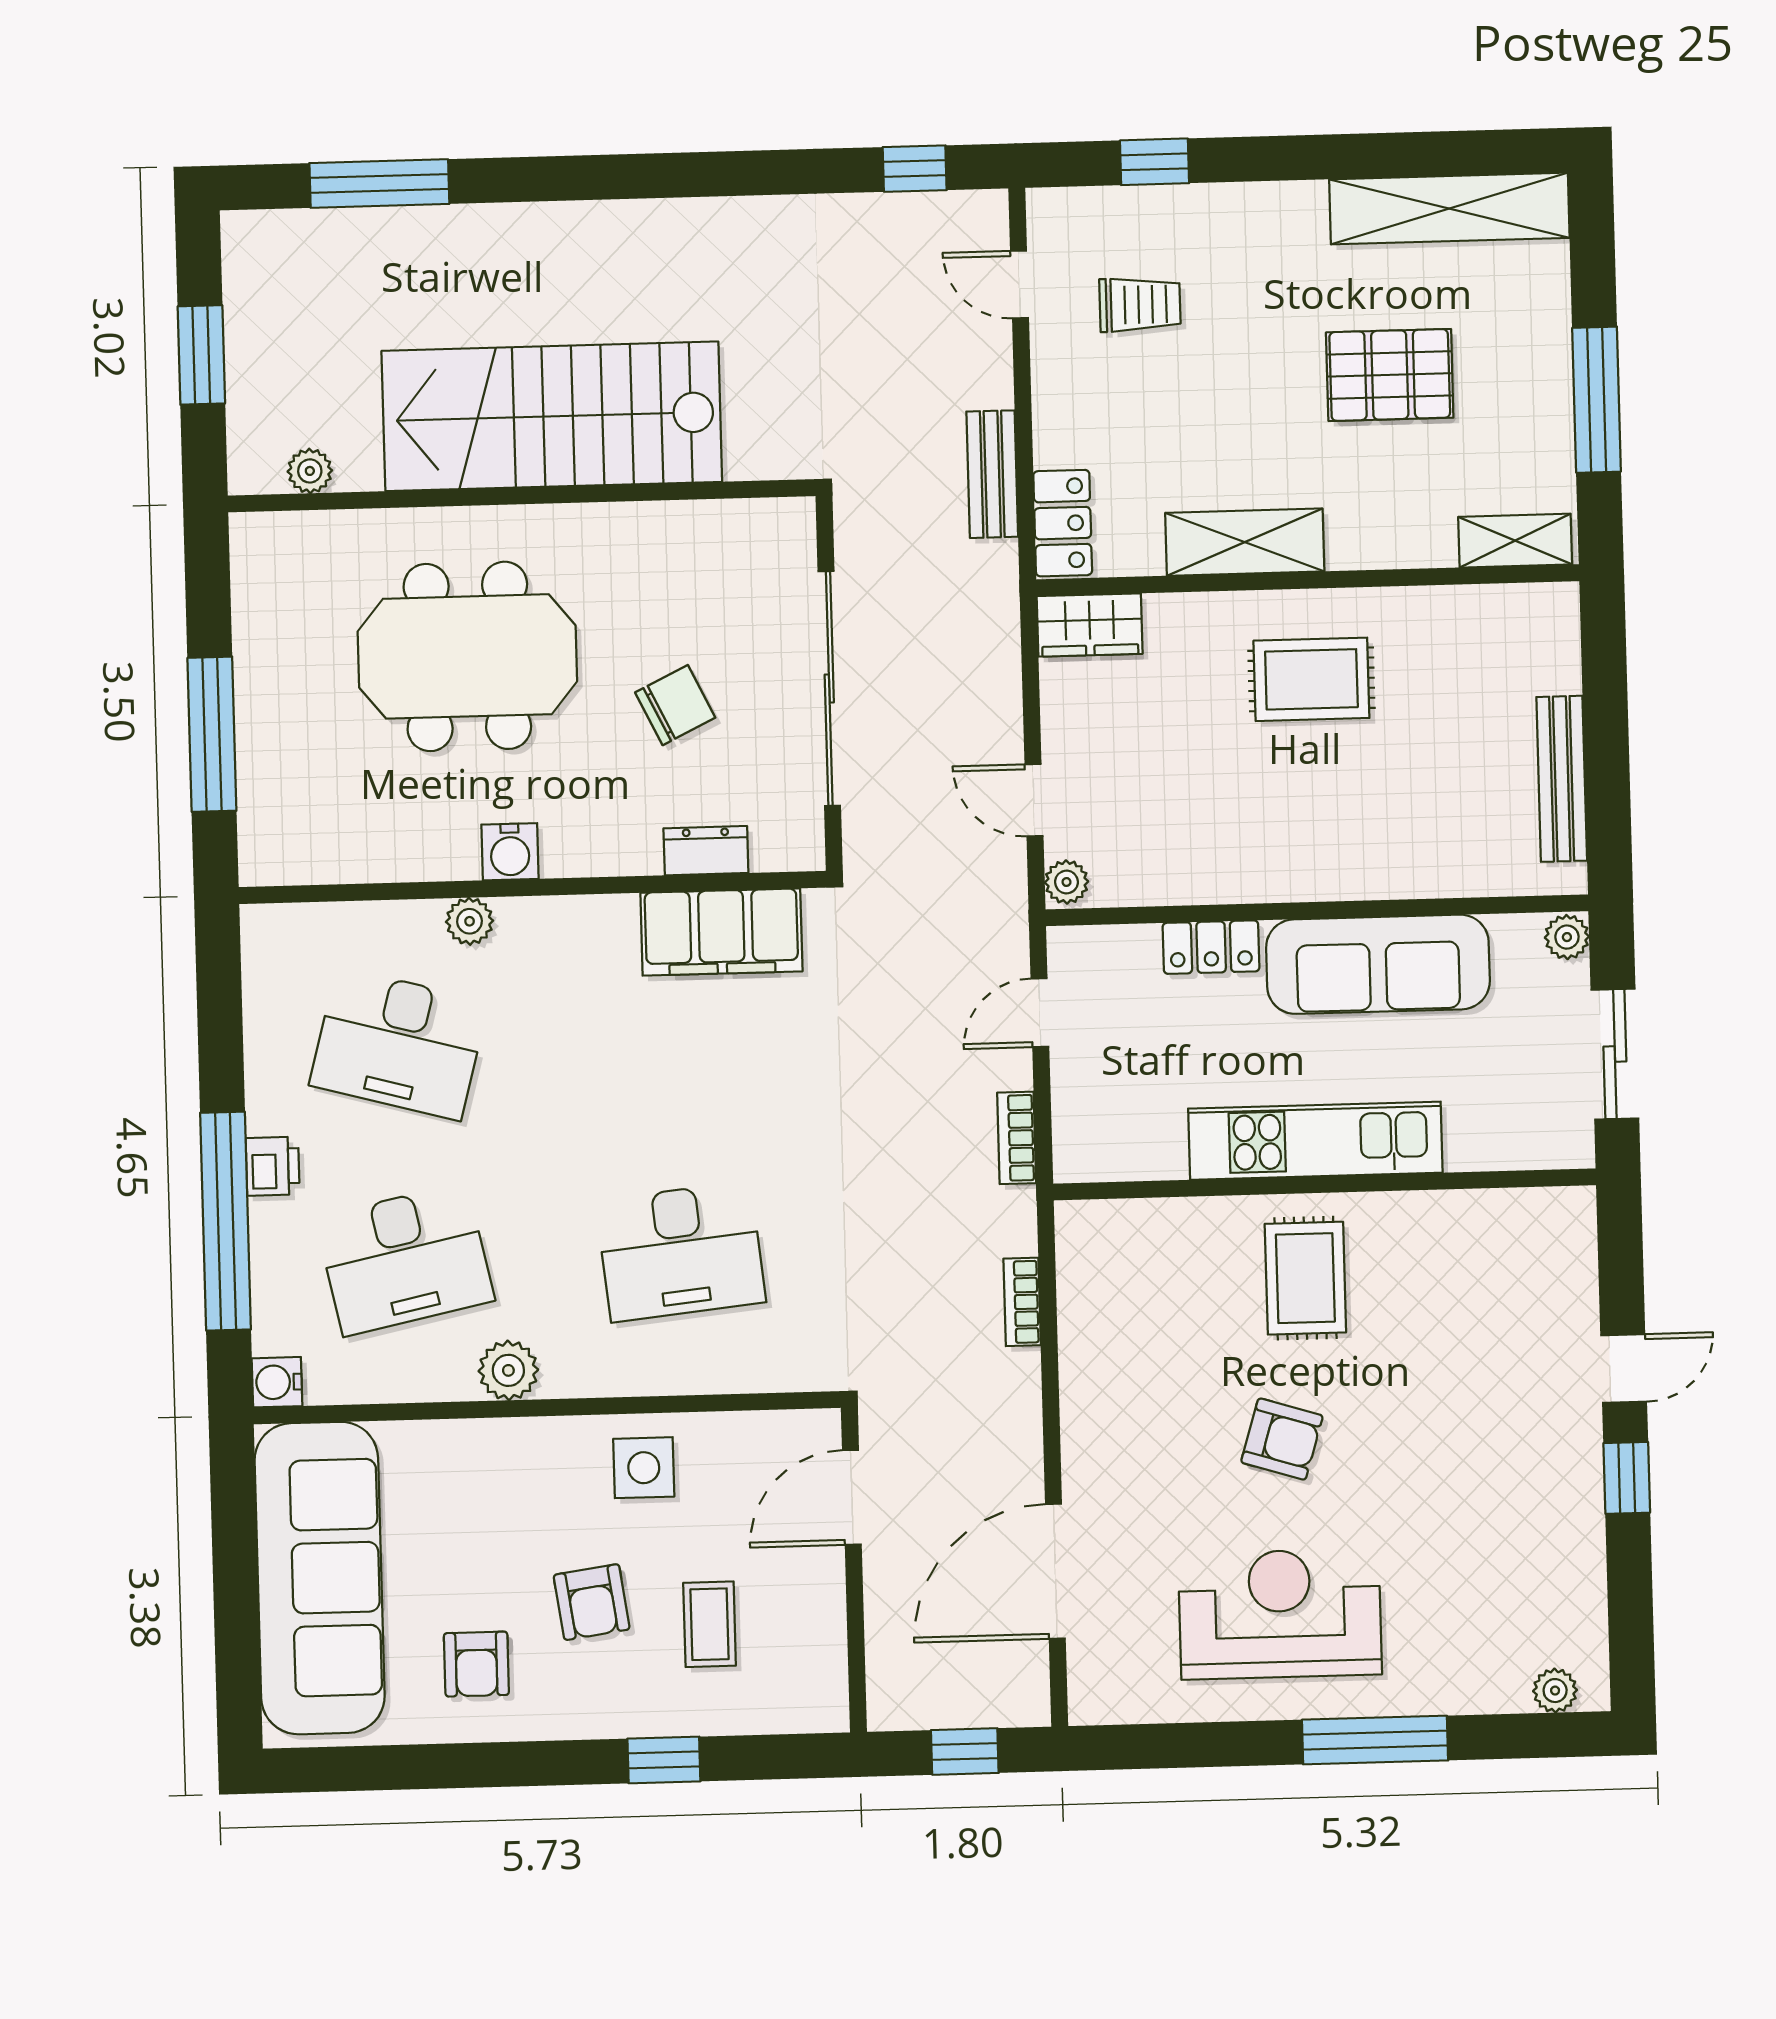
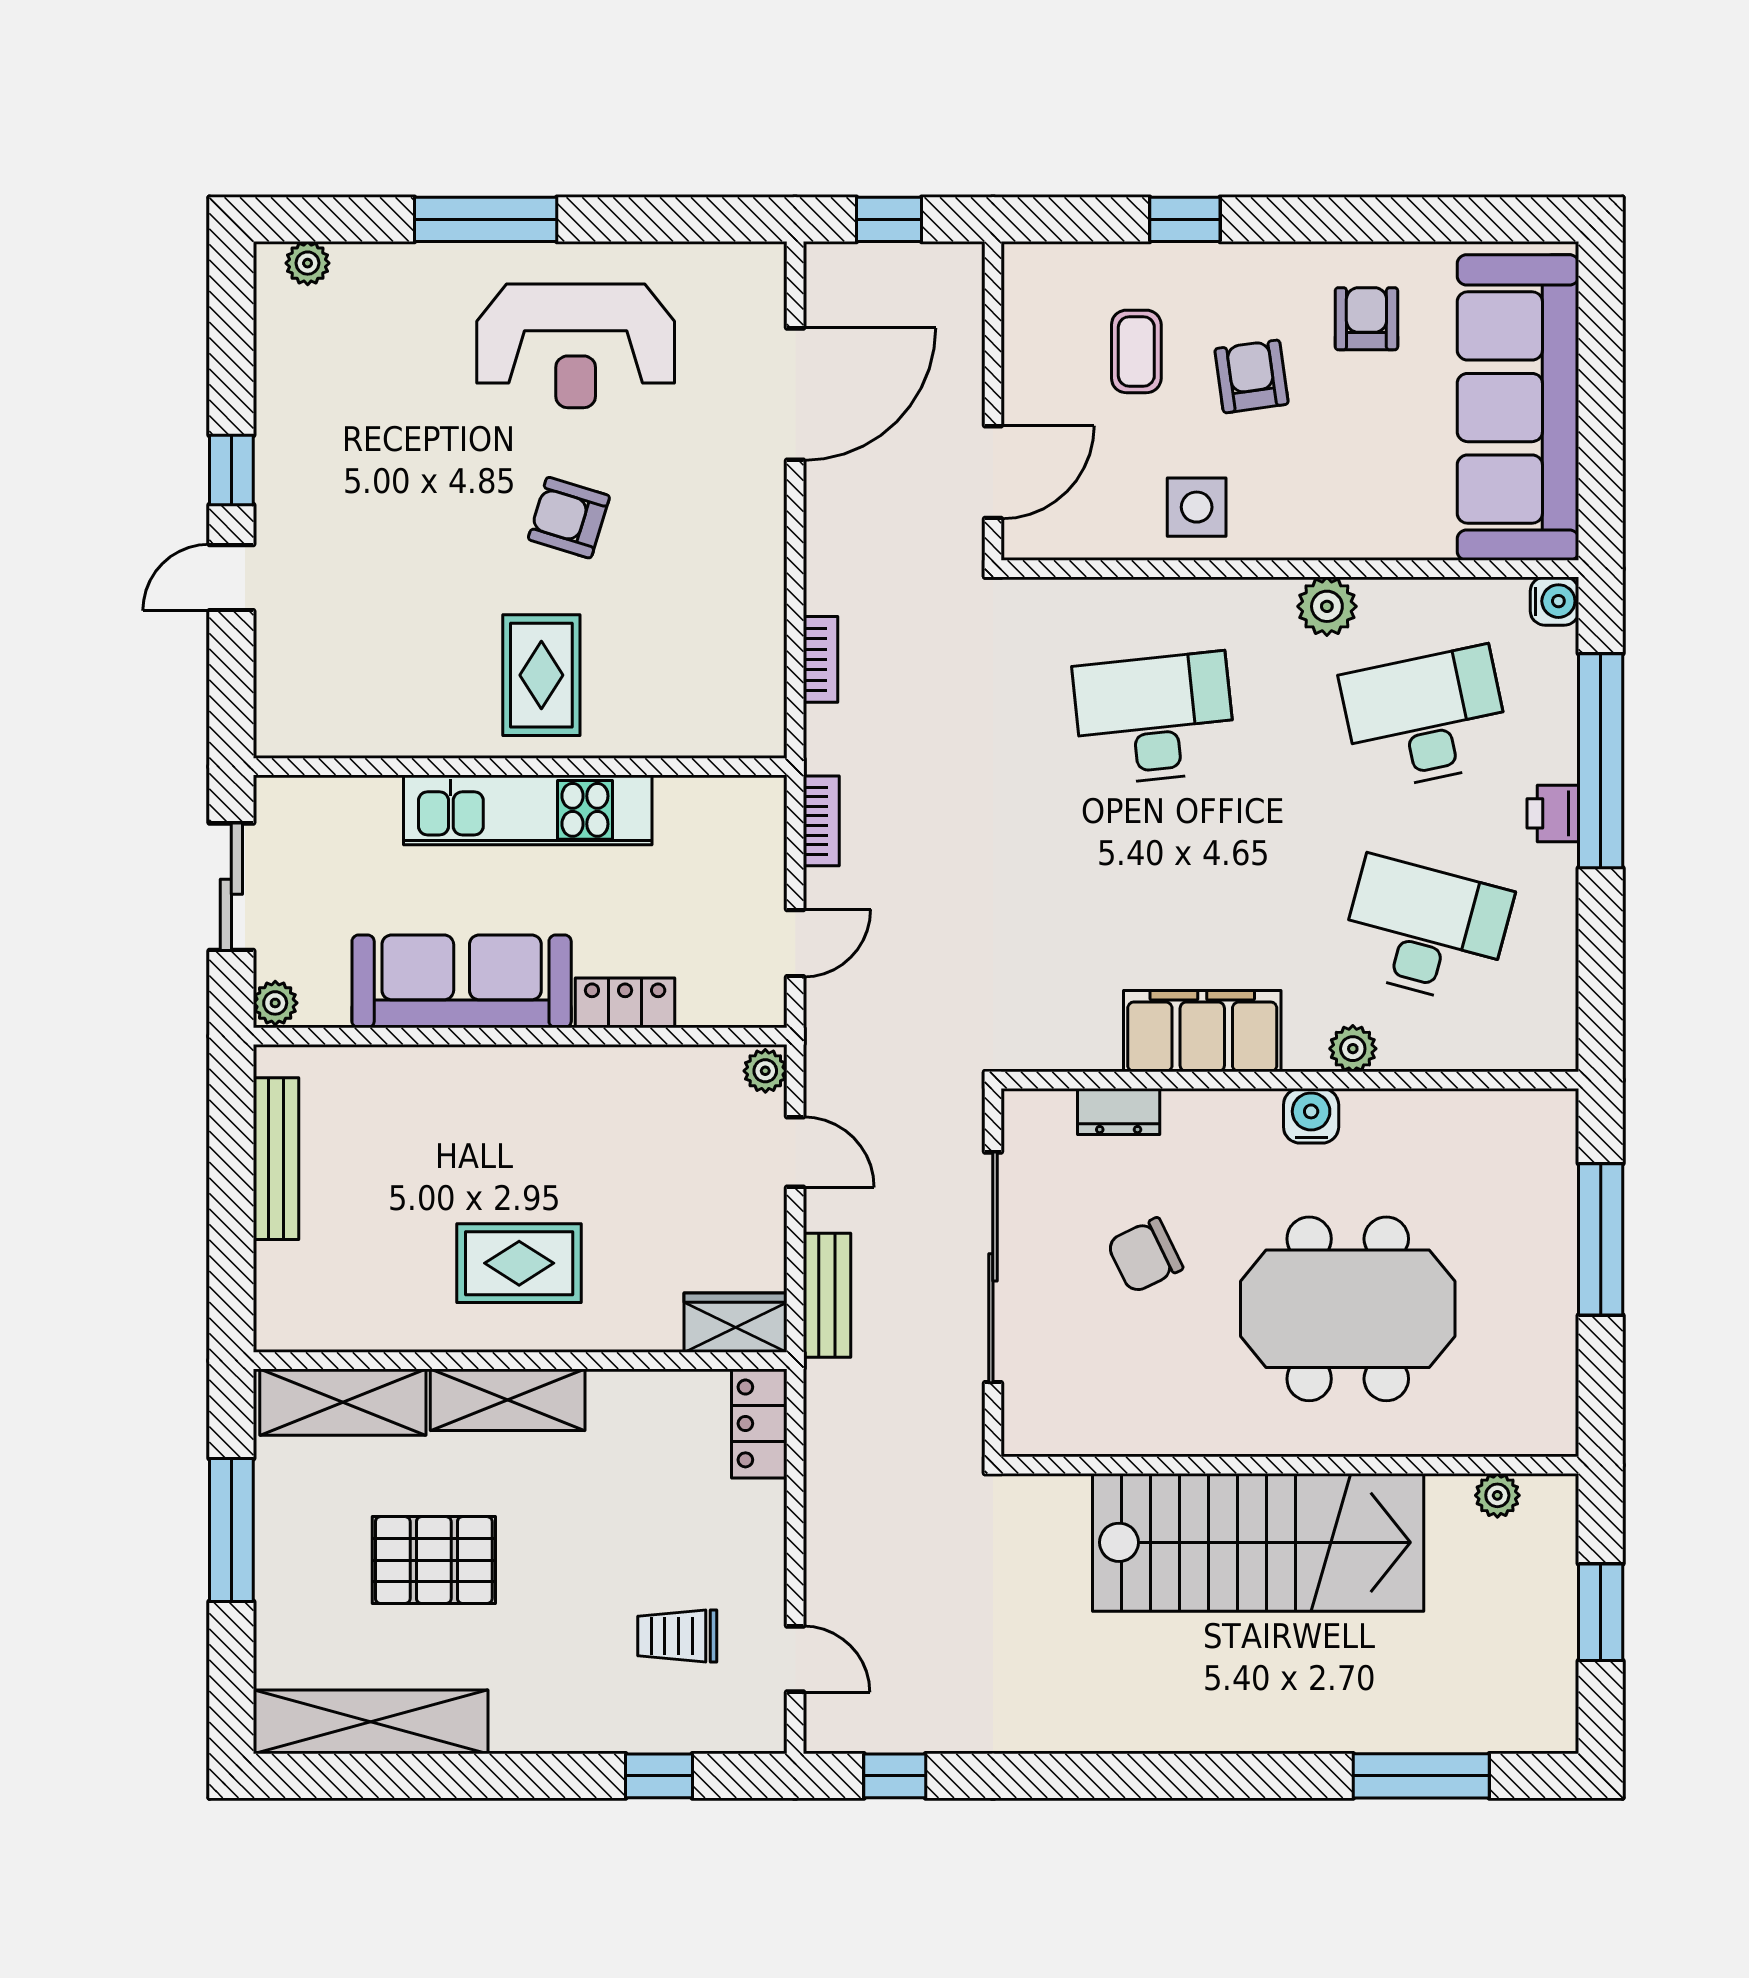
bench: (992, 474) -> (827, 1295), moved
shelving: (1515, 541) -> (343, 1402), width x1.50, depth x1.33
shelving: (1245, 542) -> (508, 1400), moved
filing cabinet: (721, 932) -> (1202, 1031), moved

